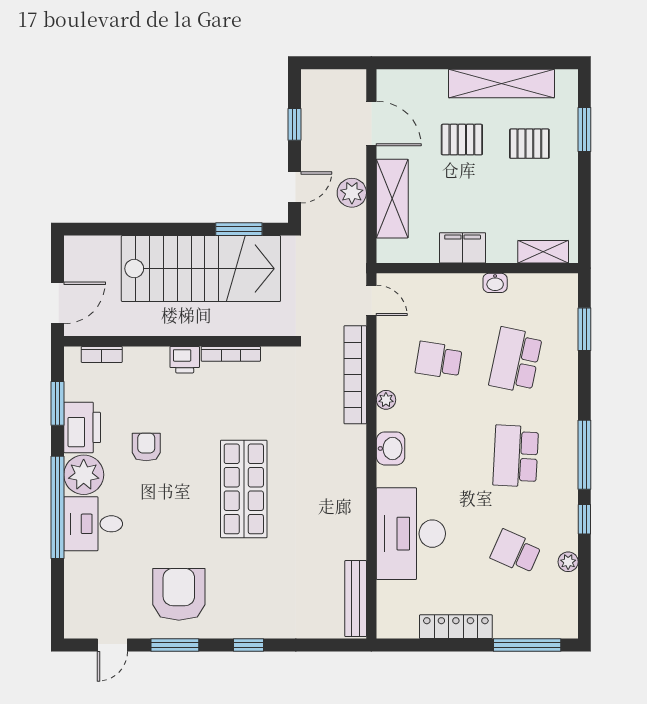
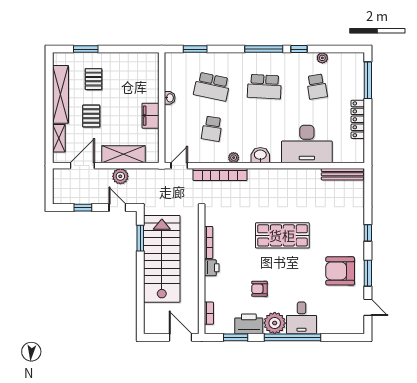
shelving: (543, 252) -> (59, 138), moved
school desk: (516, 552) -> (317, 87), turned -33

